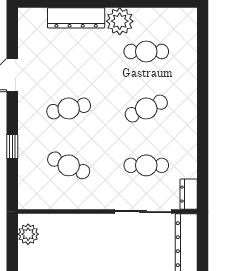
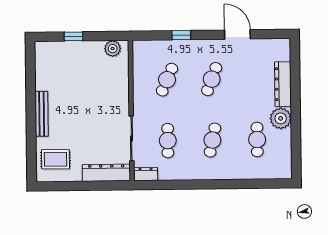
cafe table: (69, 108) -> (212, 79), turned 33
cafe table: (146, 108) -> (212, 140), turned 36

